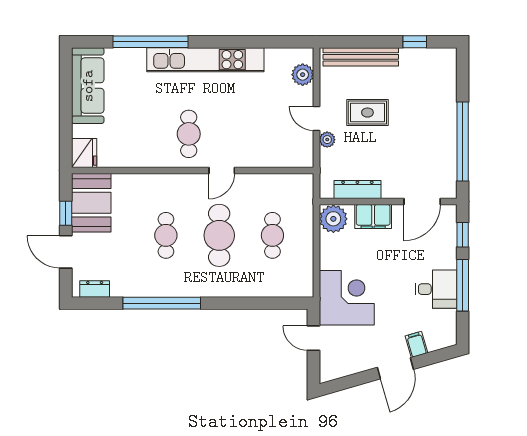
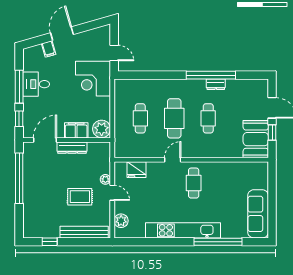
fridge: (84, 153) -> (137, 170), moved, turned -90
dresser: (357, 189) -> (72, 148), moved
dresser: (95, 289) -> (216, 84), moved

